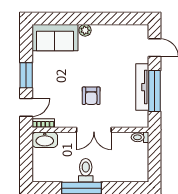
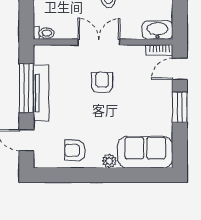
armchair: (114, 39) -> (75, 150), added

